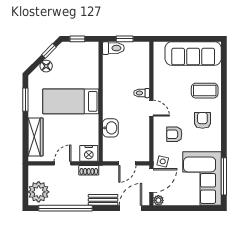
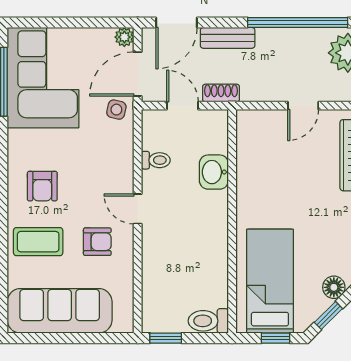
window: (125, 39) -> (166, 338), moved
toilet: (142, 93) -> (156, 160), moved
bed: (71, 101) -> (270, 281), moved, turned -90
armchair: (174, 134) -> (97, 242), moved
nightstand: (89, 153) -> (254, 124), removed
door: (127, 163) -> (182, 106), hinge flipped
shoe rack: (89, 170) -> (221, 93), moved

